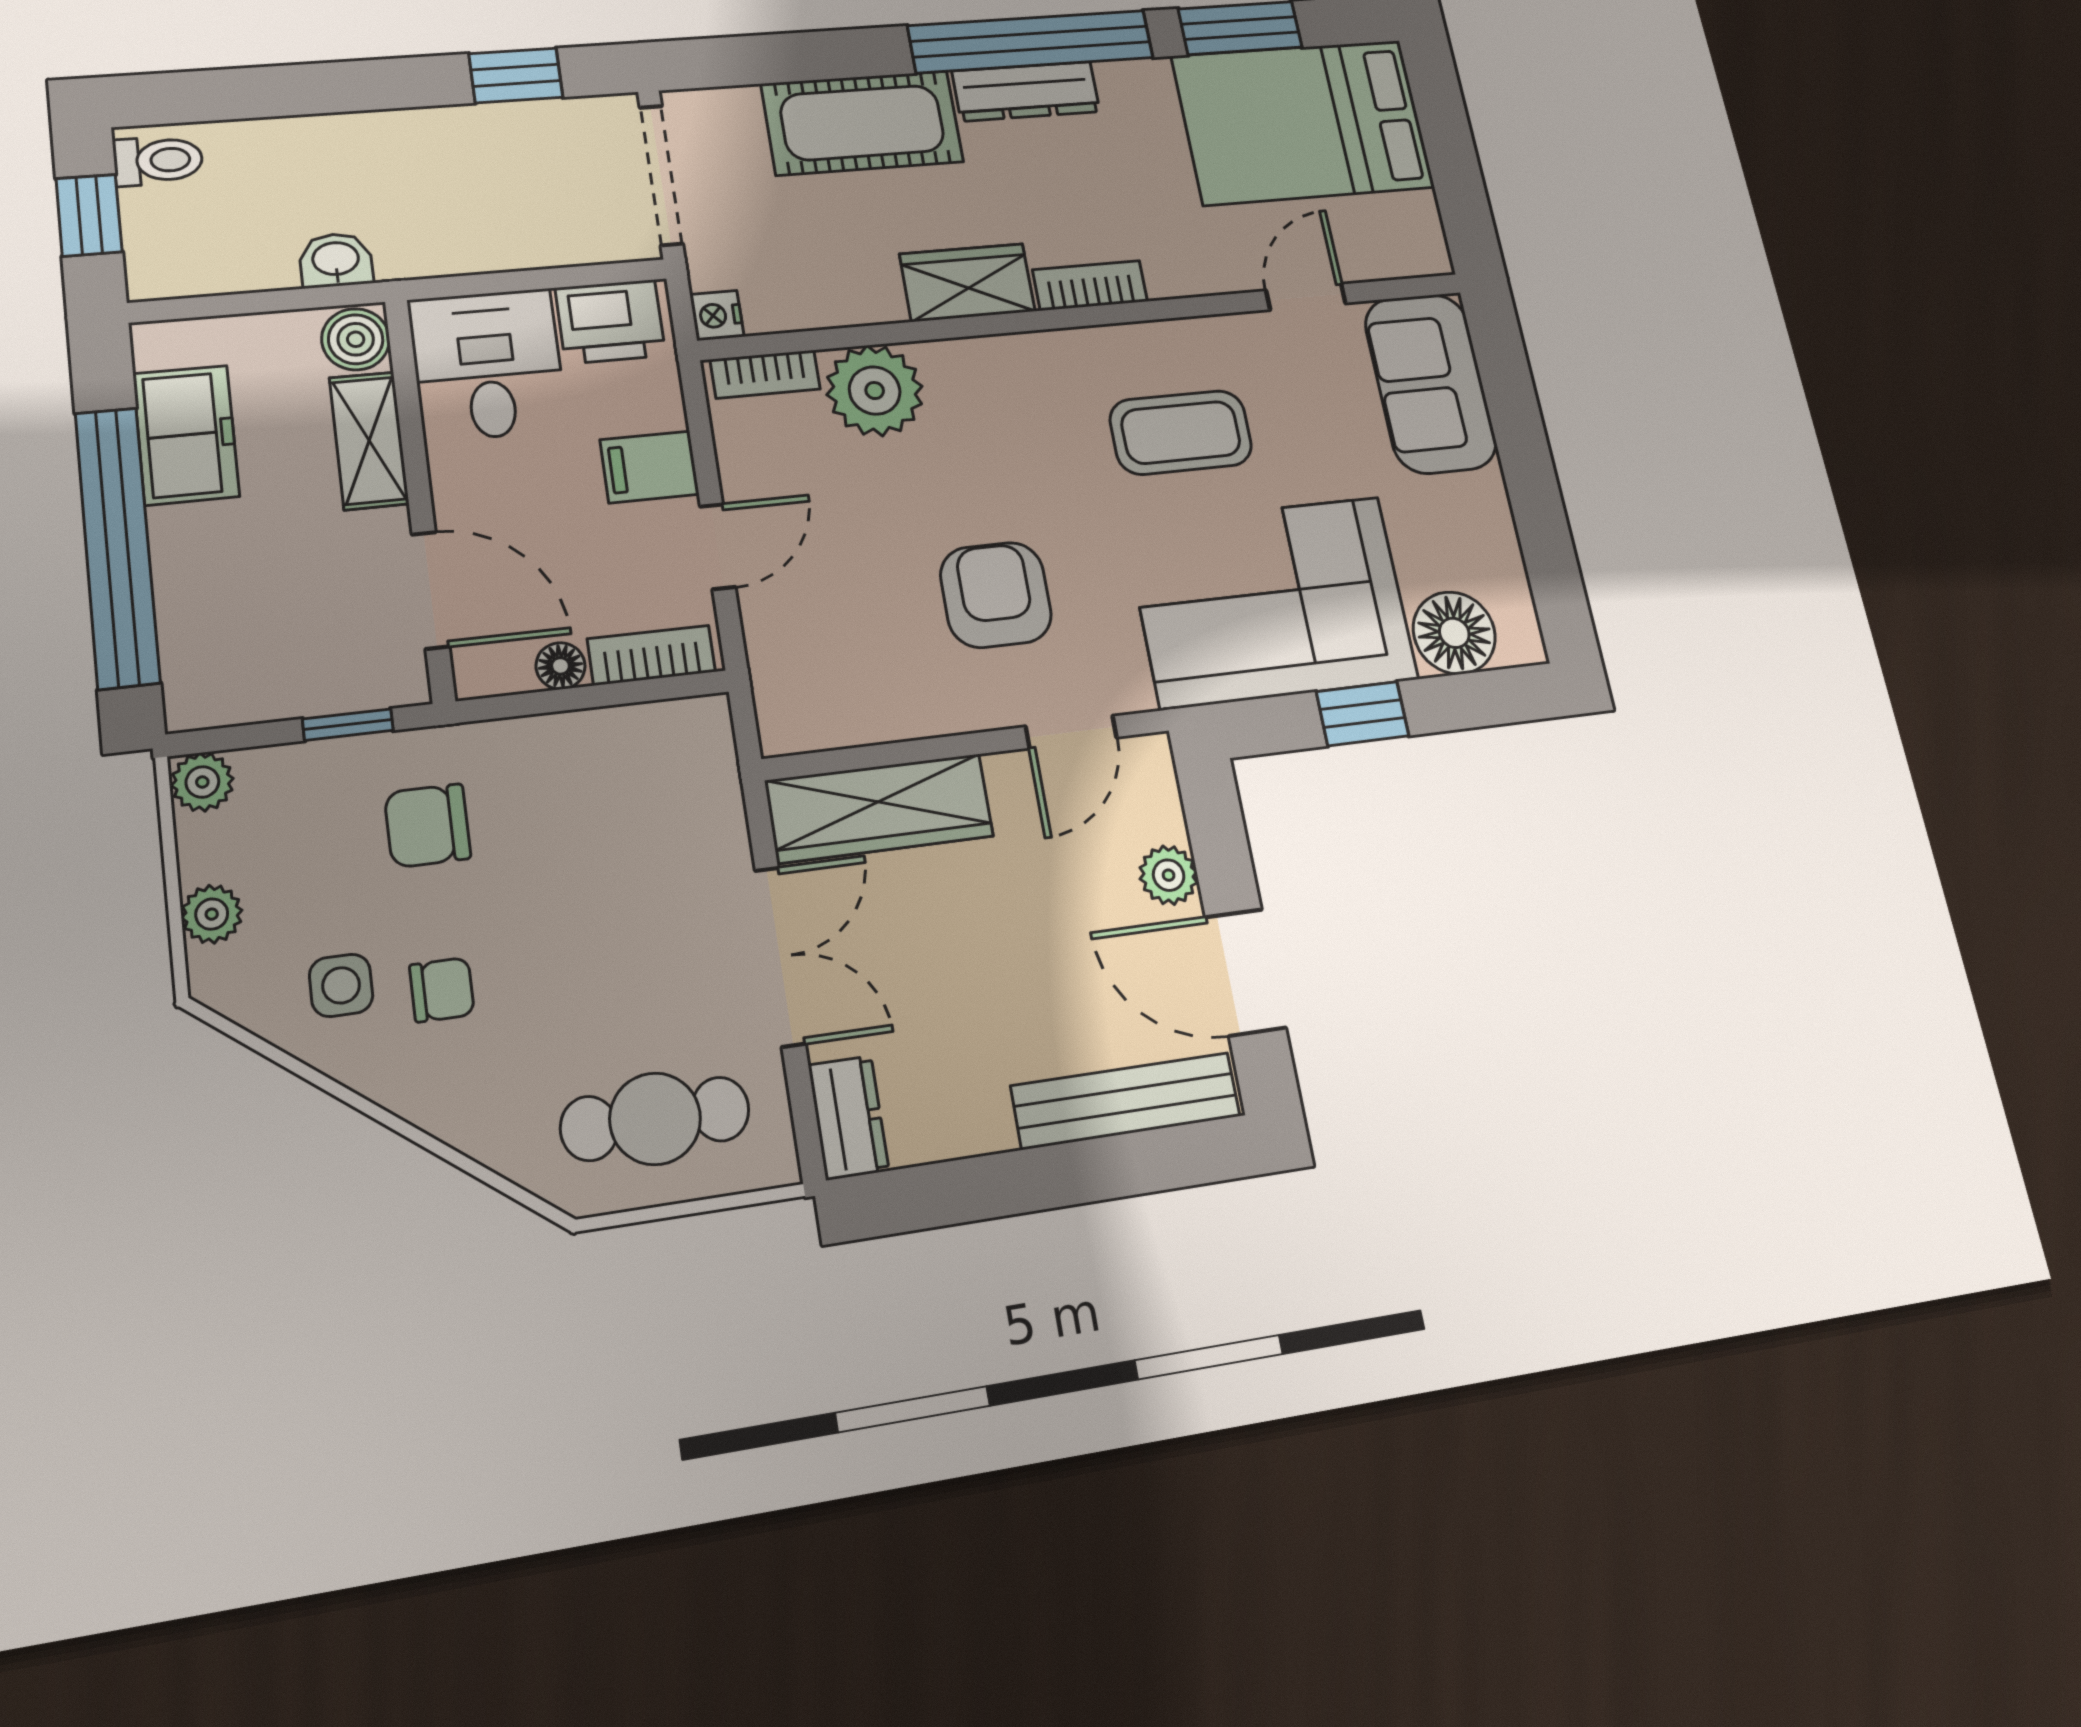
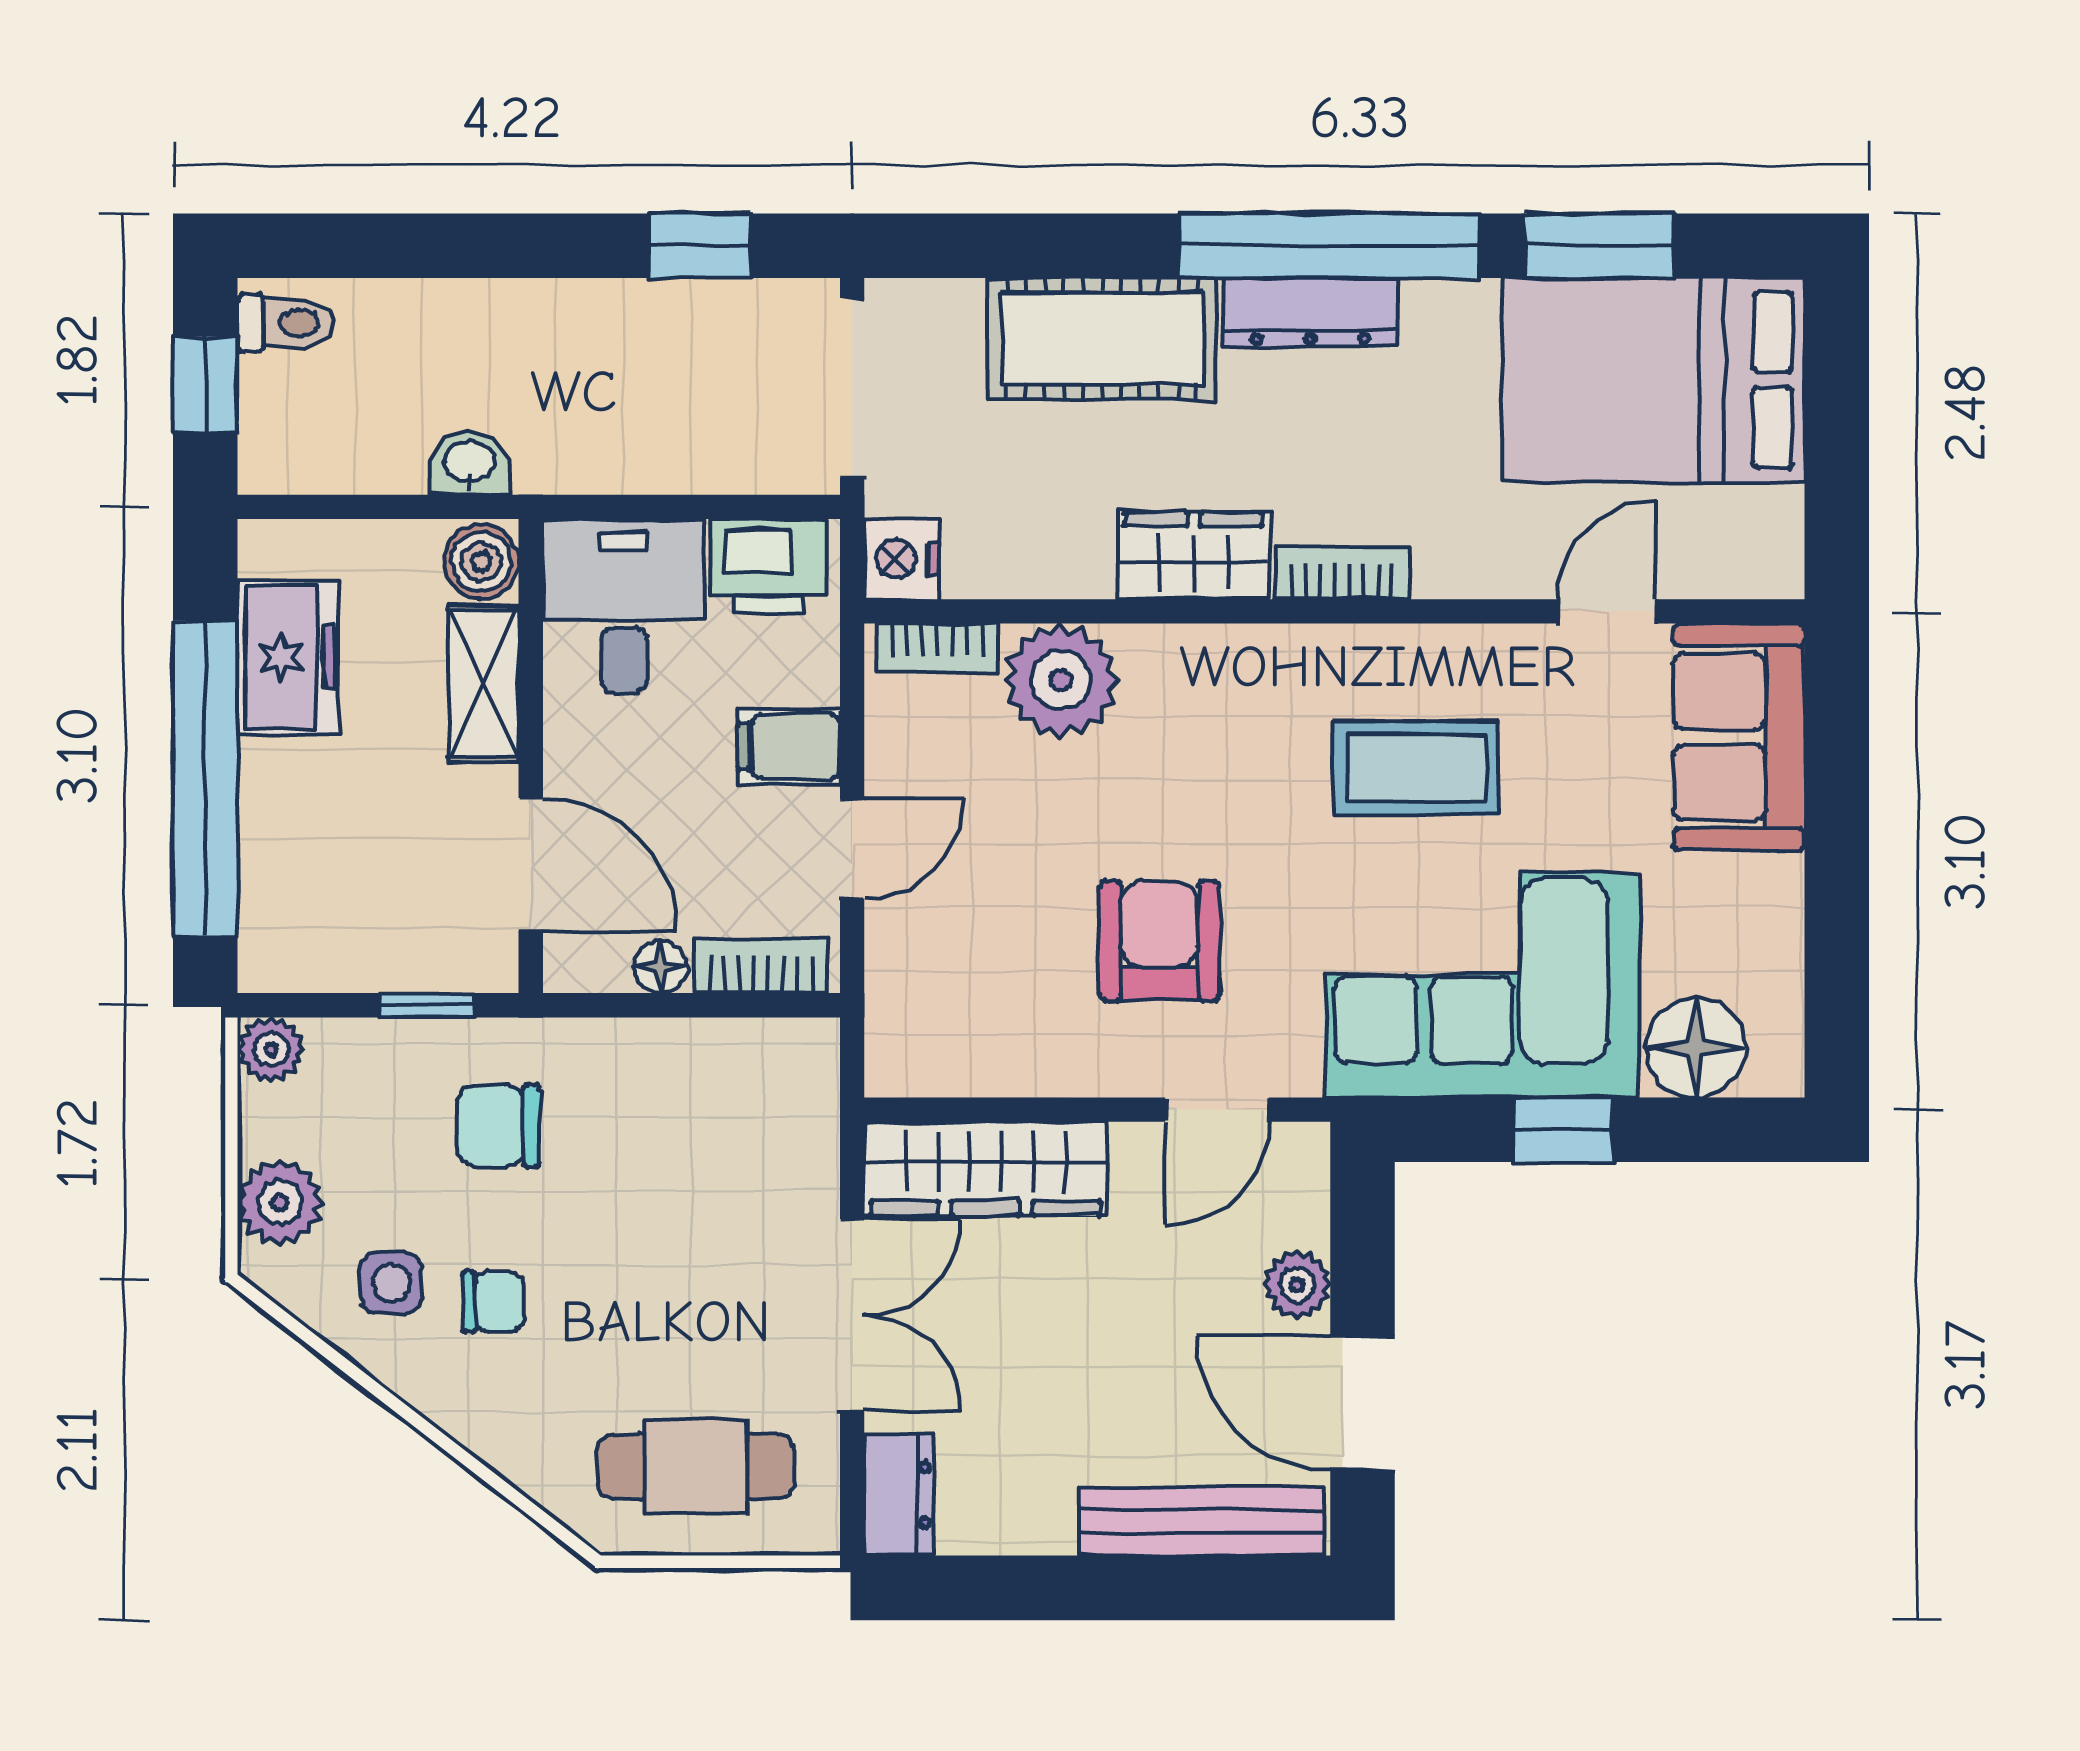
nightstand: (717, 315) -> (902, 559), width x1.39, depth x1.35
plant: (212, 914) -> (280, 1203), width x1.38, depth x1.38

